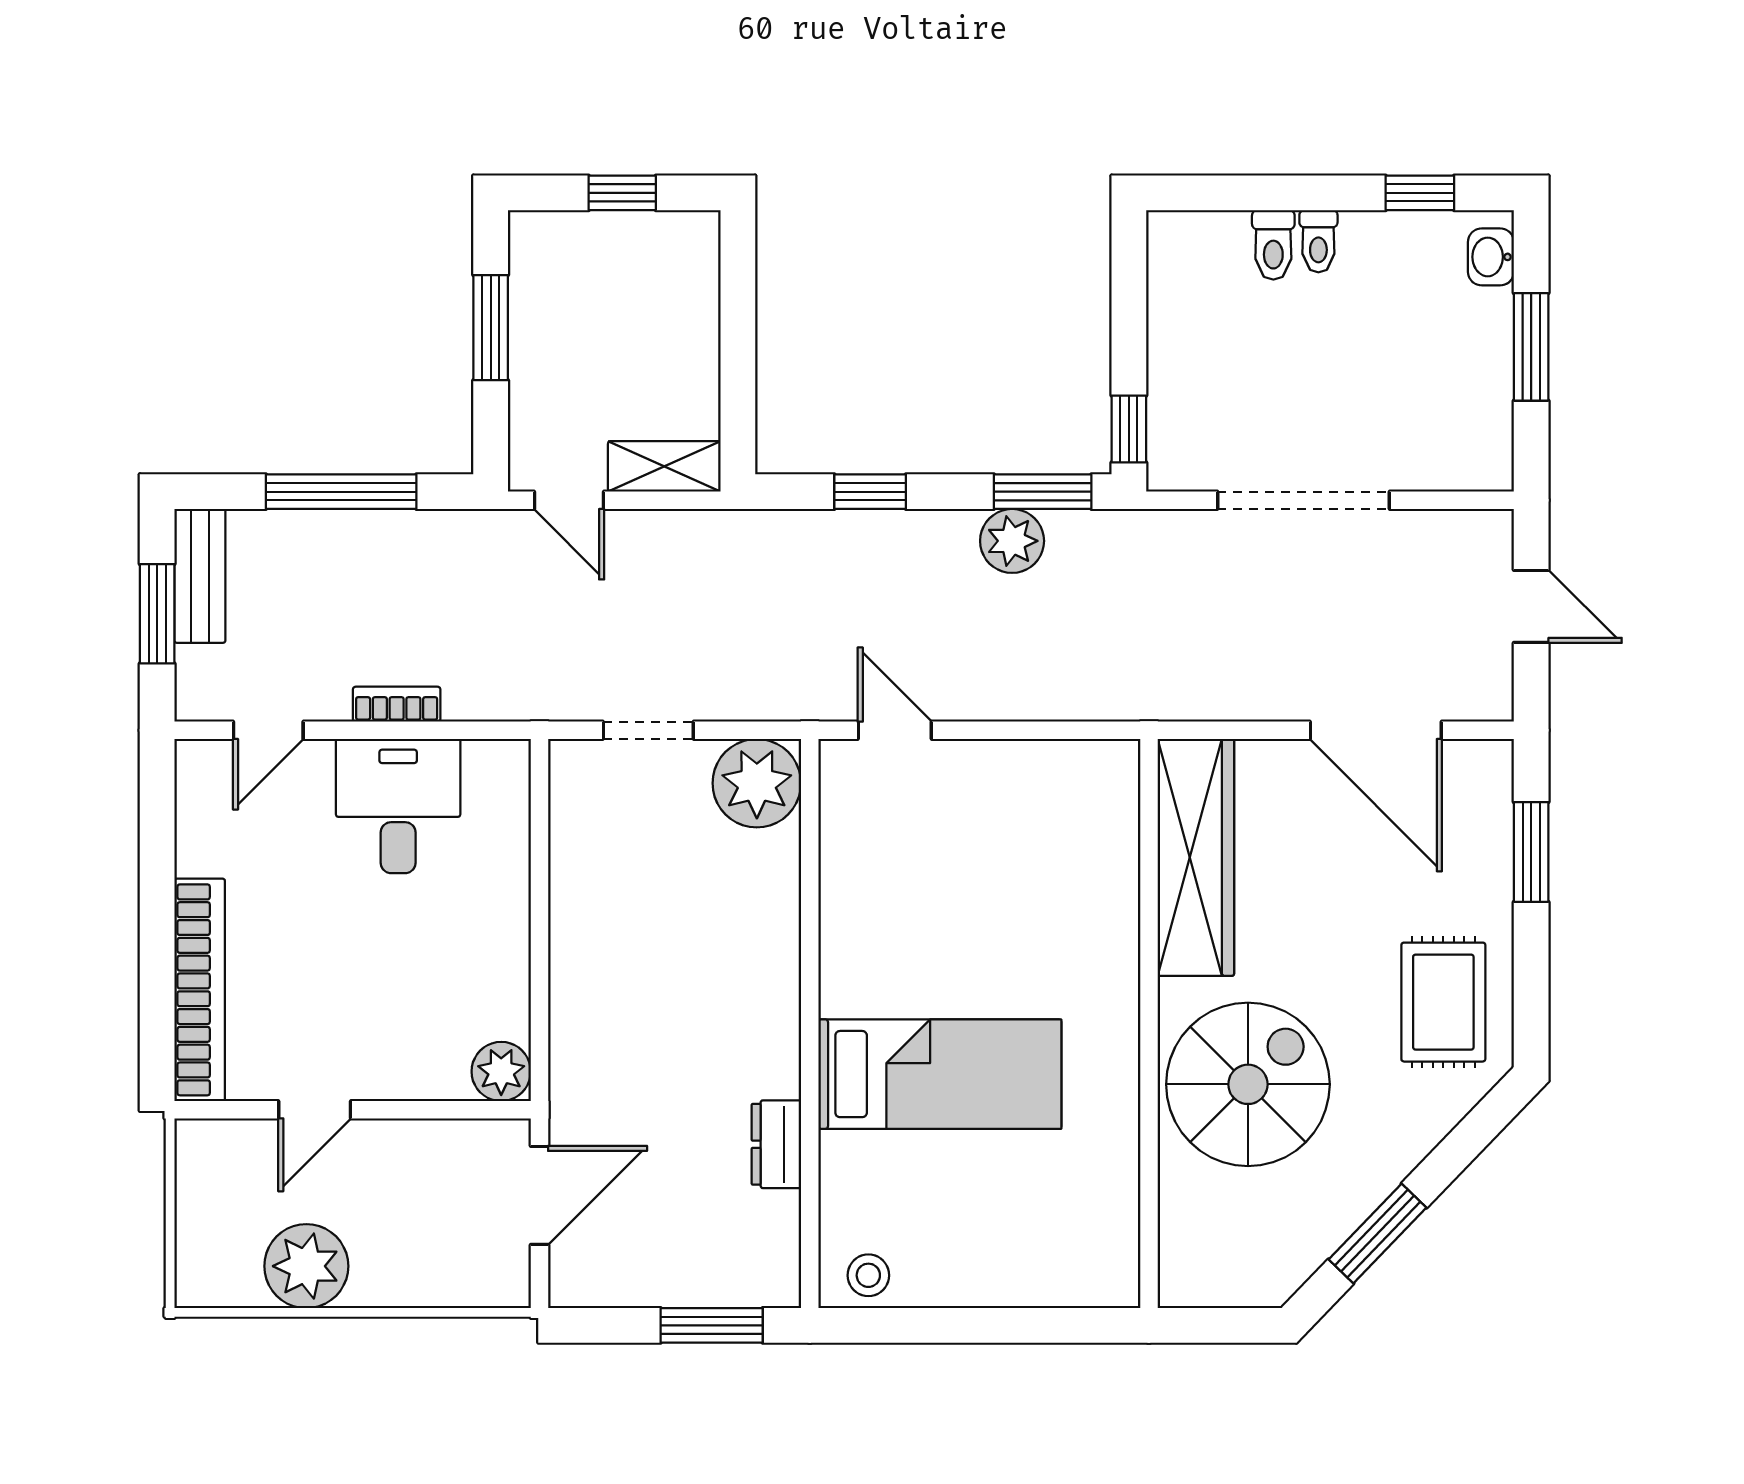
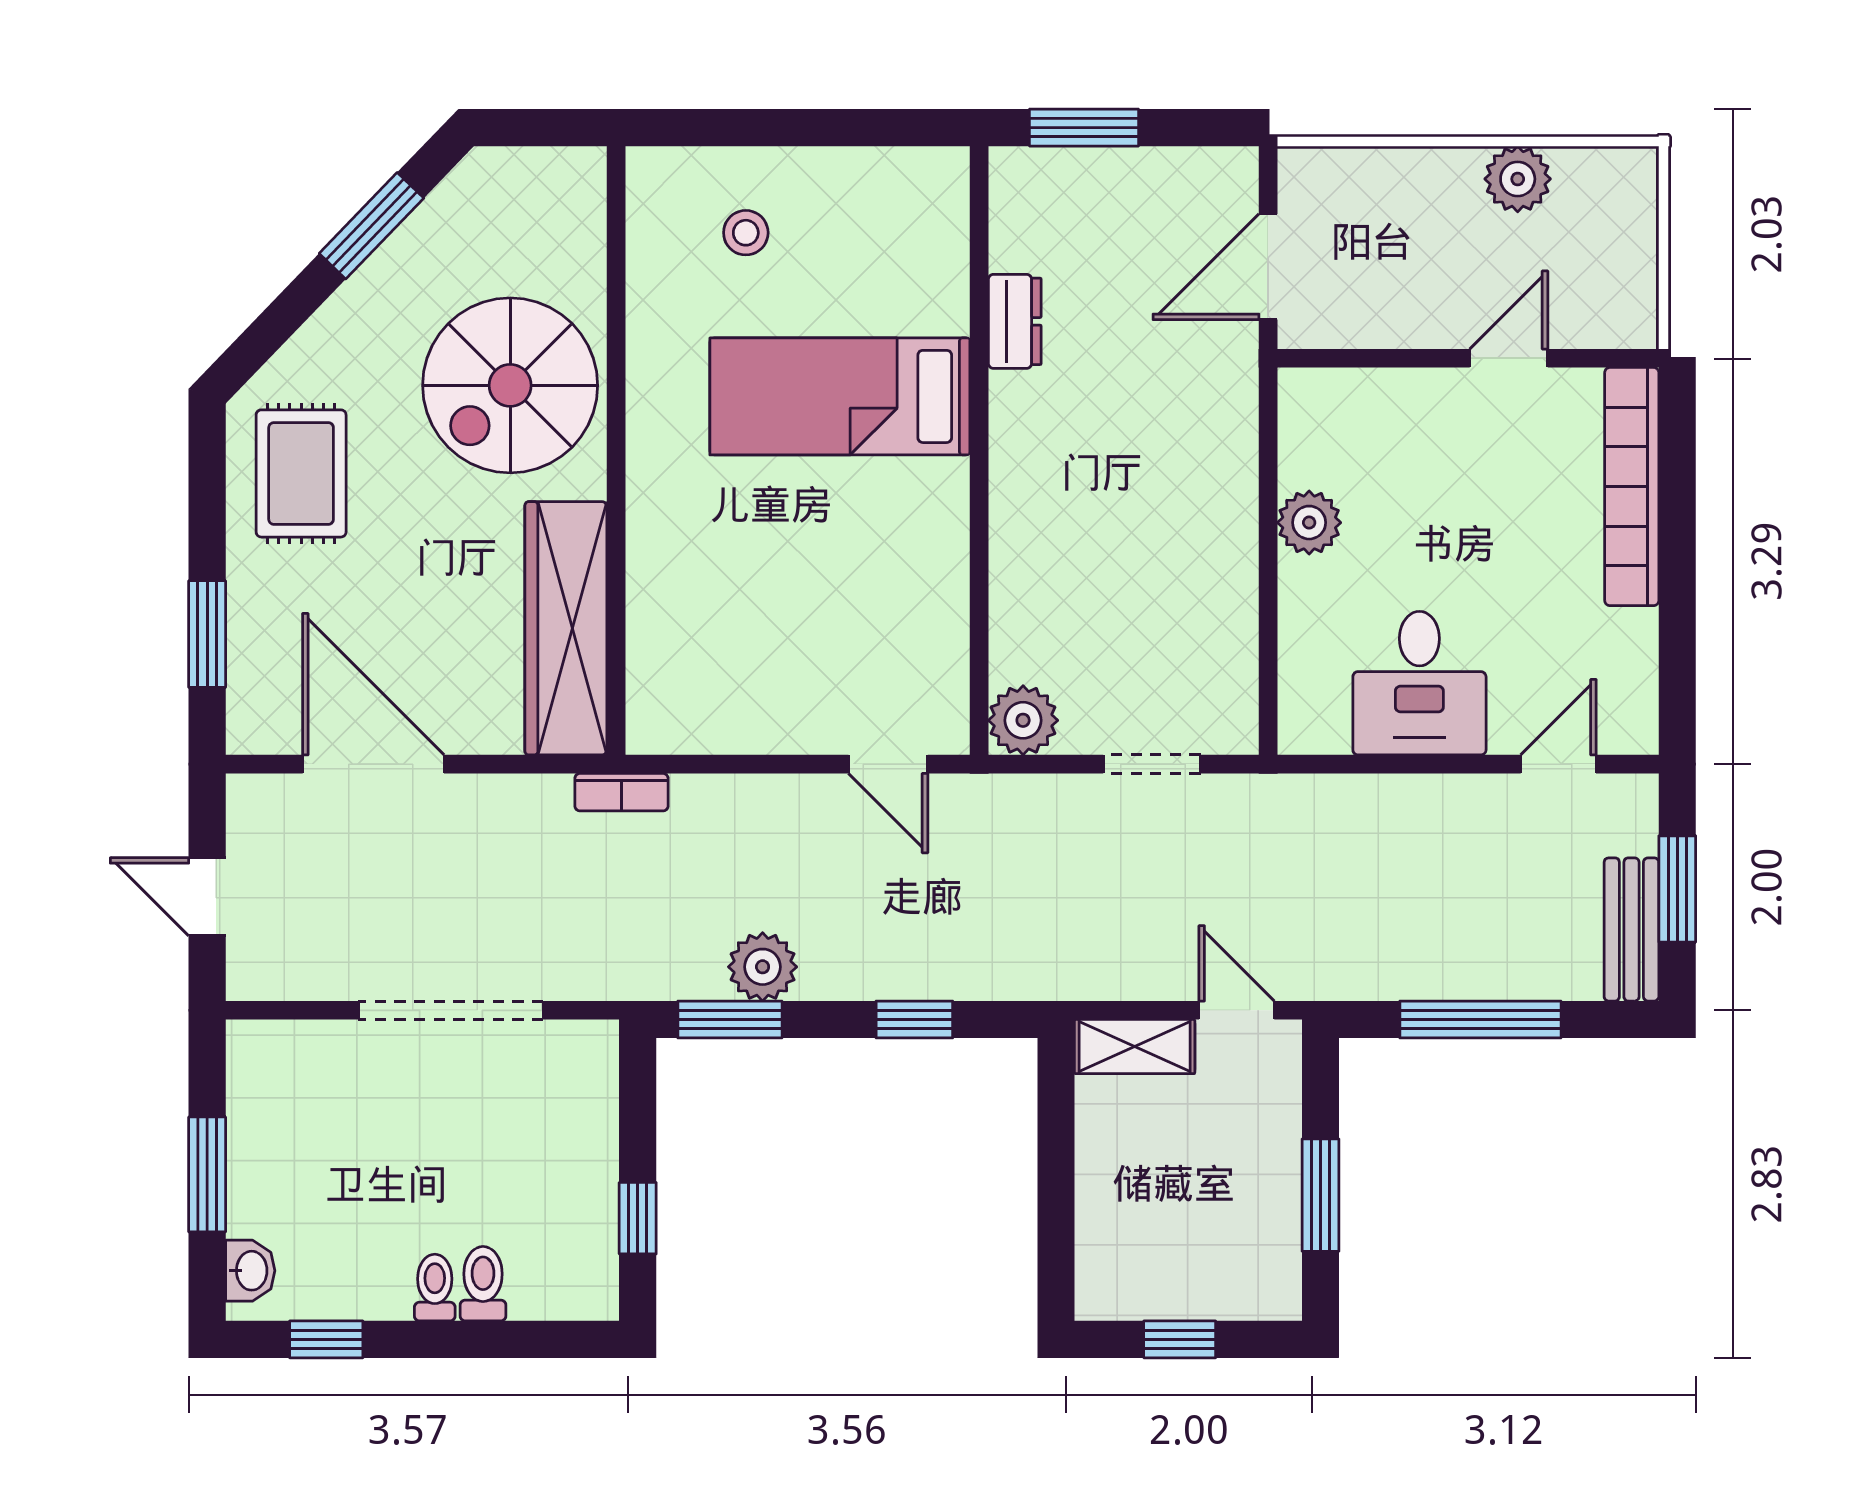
window: (1129, 429) -> (638, 1218), moved
bookcase: (397, 704) -> (621, 792), moved
plant: (757, 783) -> (1023, 720), width x0.73, depth x0.73
plant: (501, 1071) -> (1309, 523), moved
plant: (306, 1266) -> (1518, 179), width x0.73, depth x0.73
stool: (868, 1275) -> (746, 233), moved

